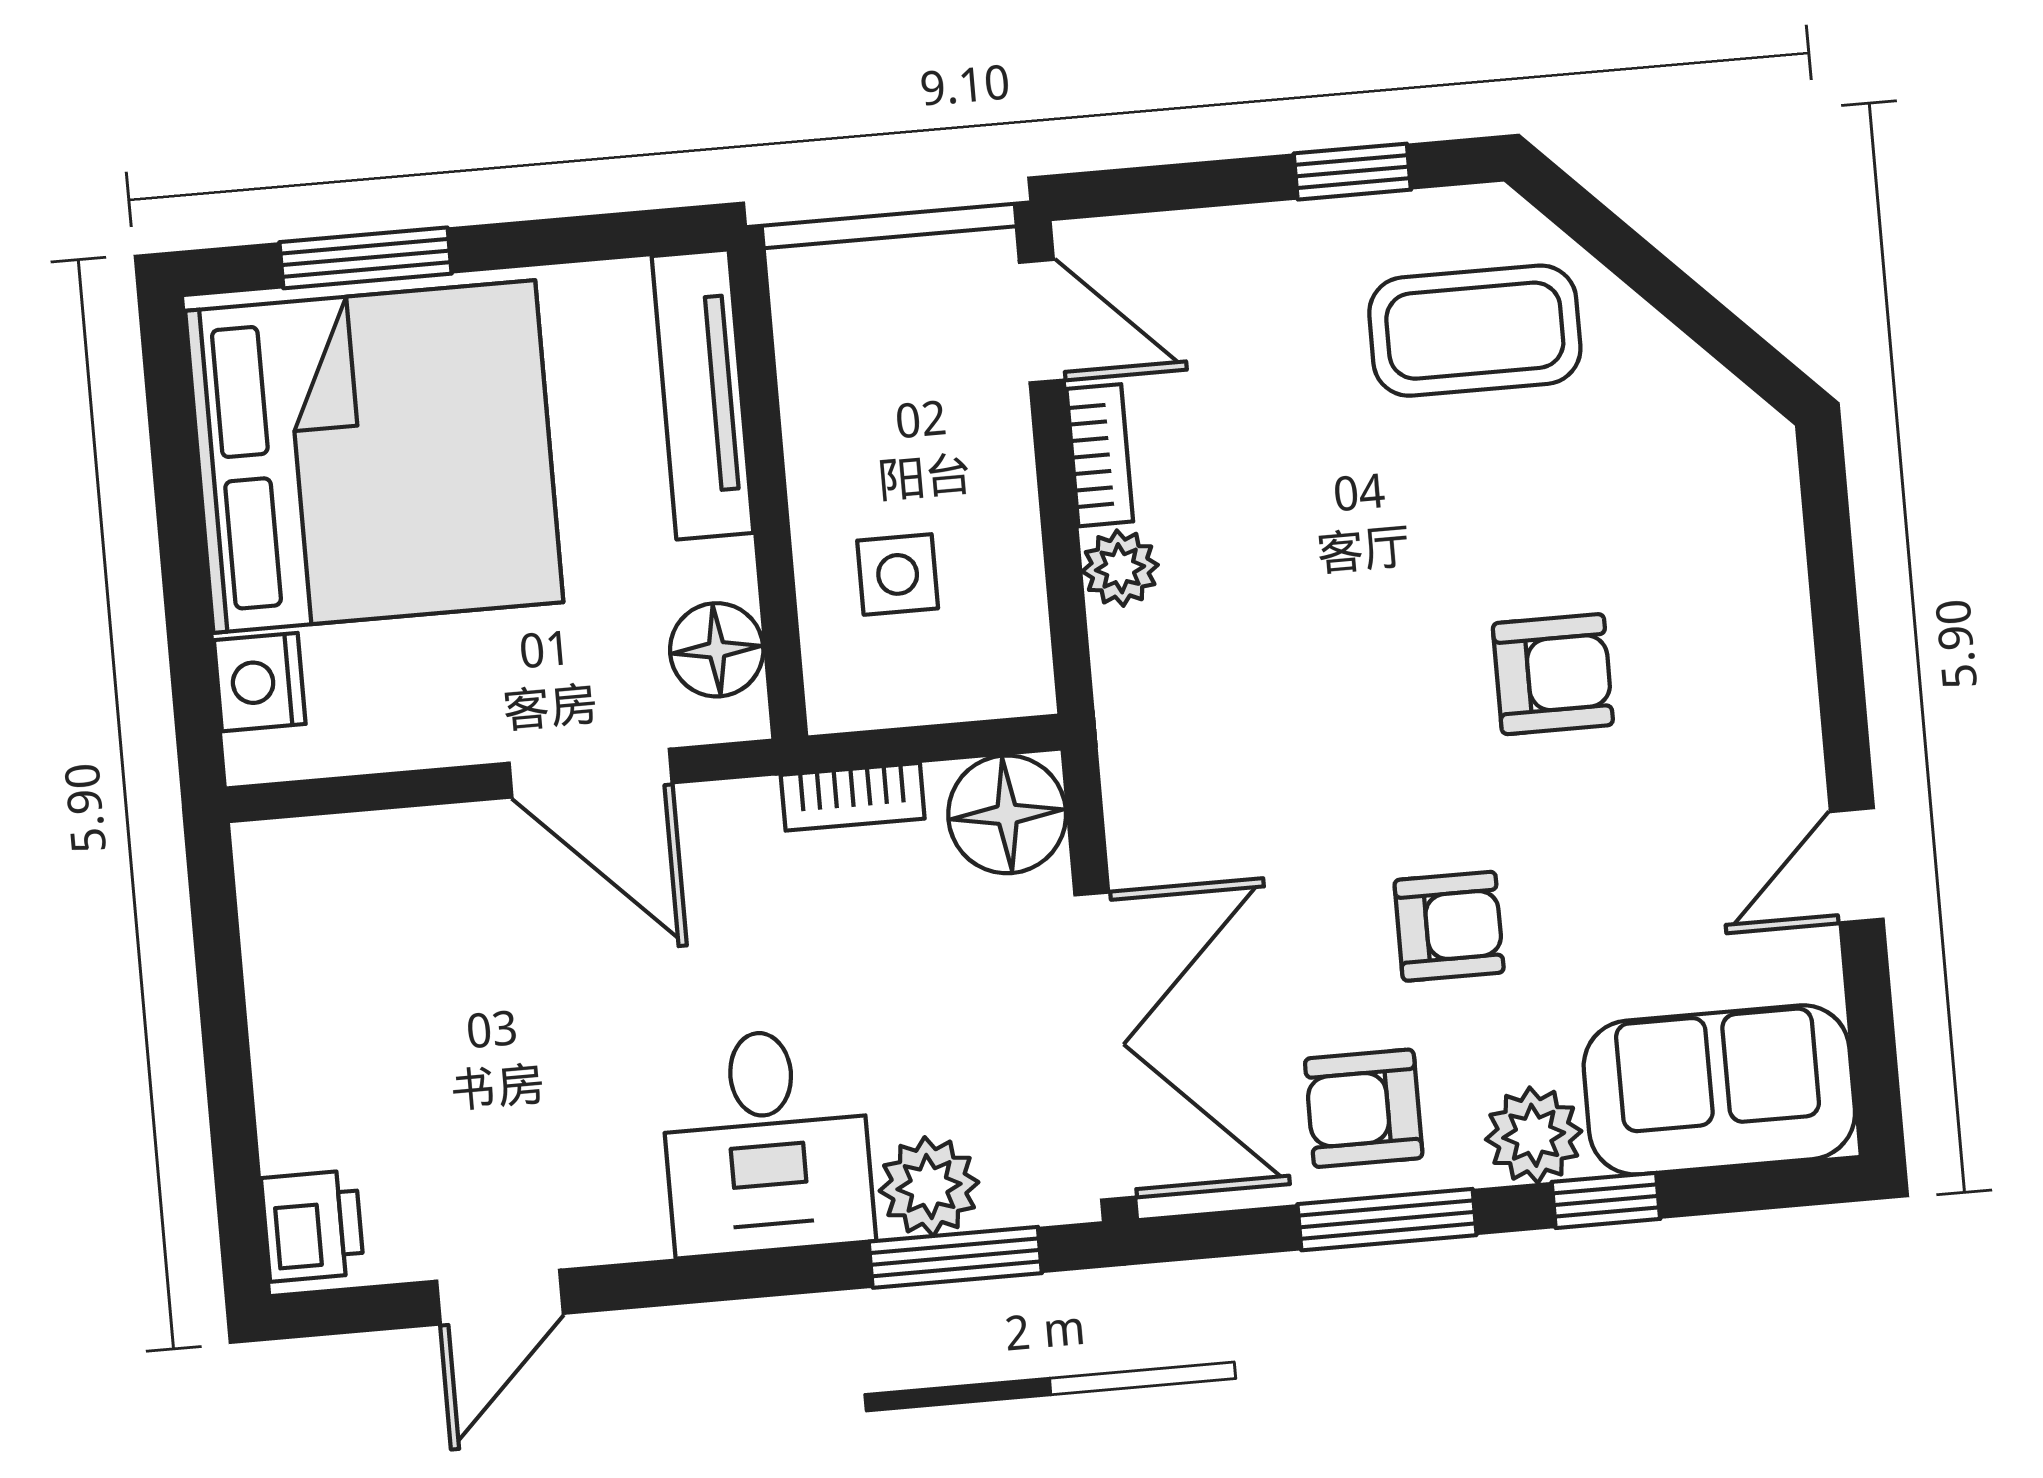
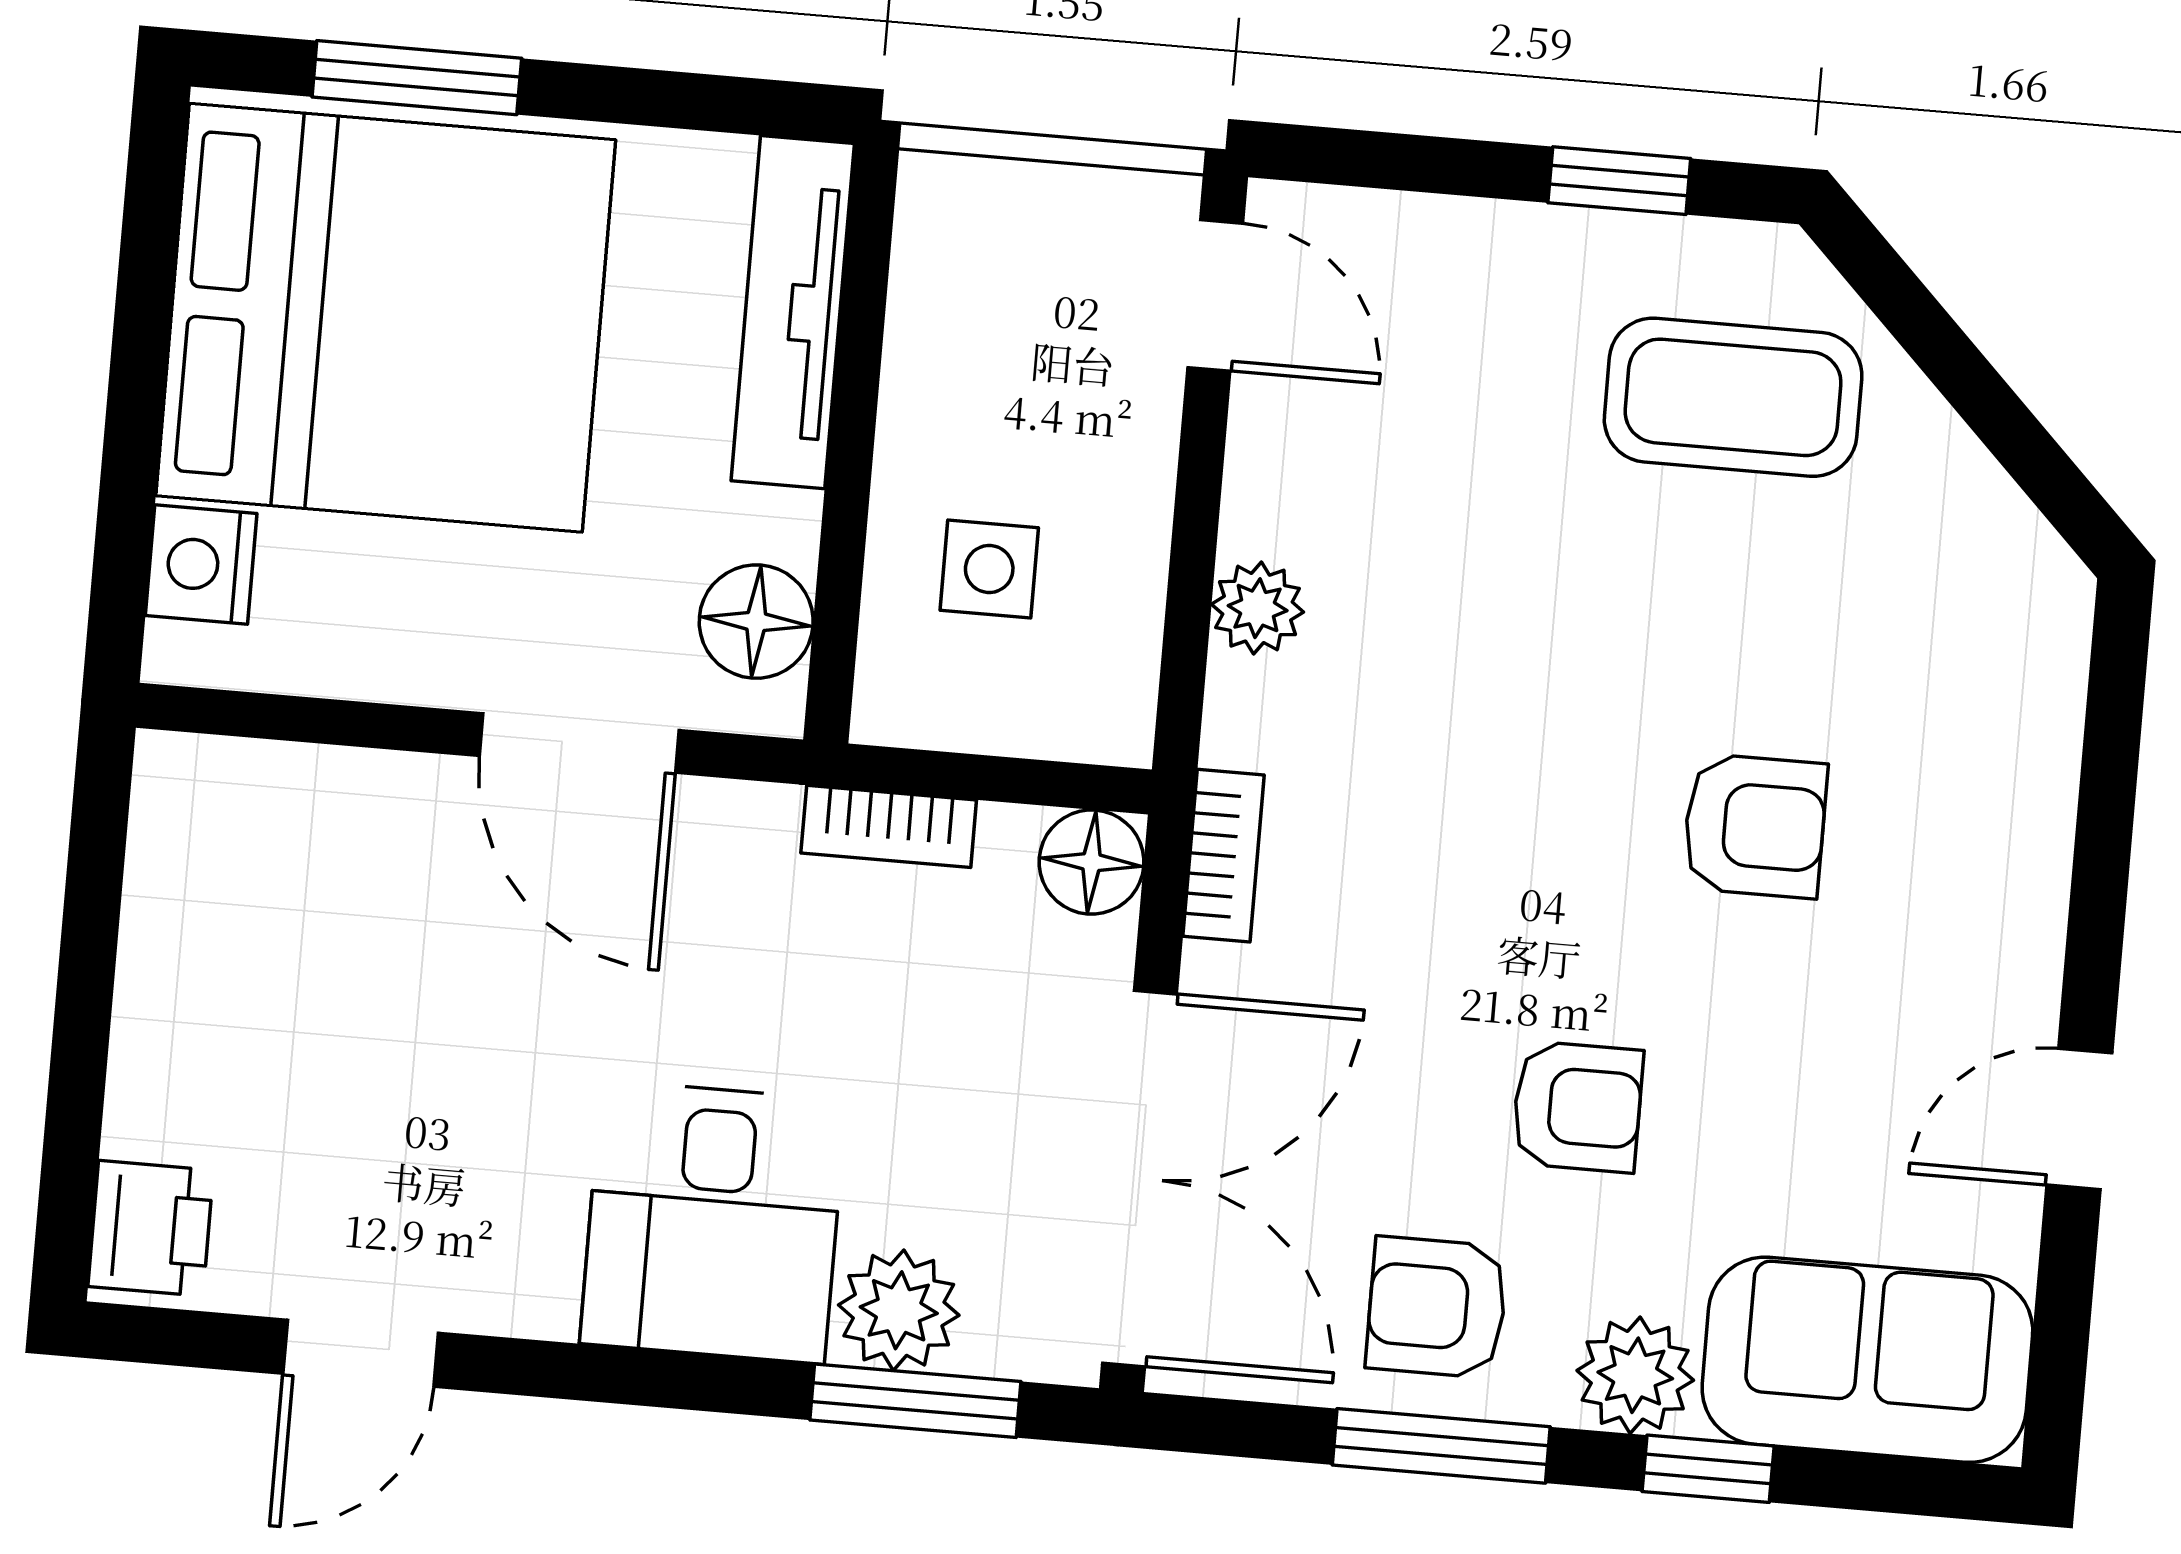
bookcase: (1100, 455) -> (1224, 856), moved
floor lamp: (1007, 814) -> (1092, 862), width x0.73, depth x0.73

